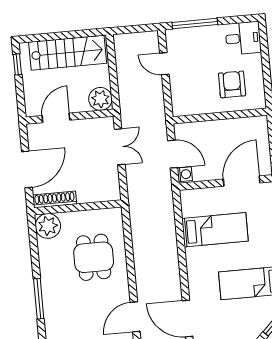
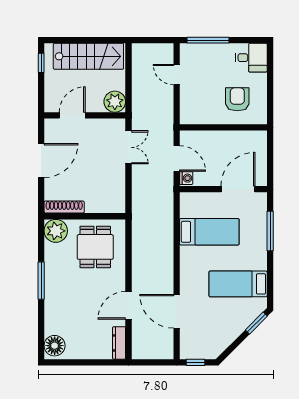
shoe rack: (55, 200) -> (64, 207), moved
wall: (78, 207) -> (85, 216), moved
plant: (48, 226) -> (56, 231), moved

